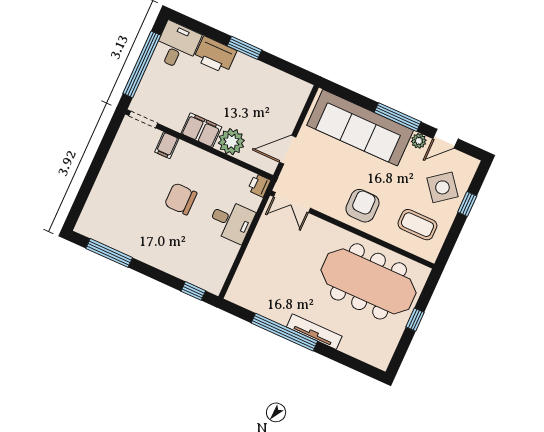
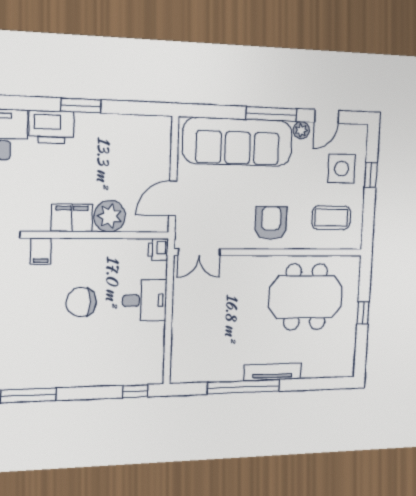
side table: (442, 187) -> (342, 169), turned 38
meeting table: (369, 281) -> (306, 297), width x0.73

